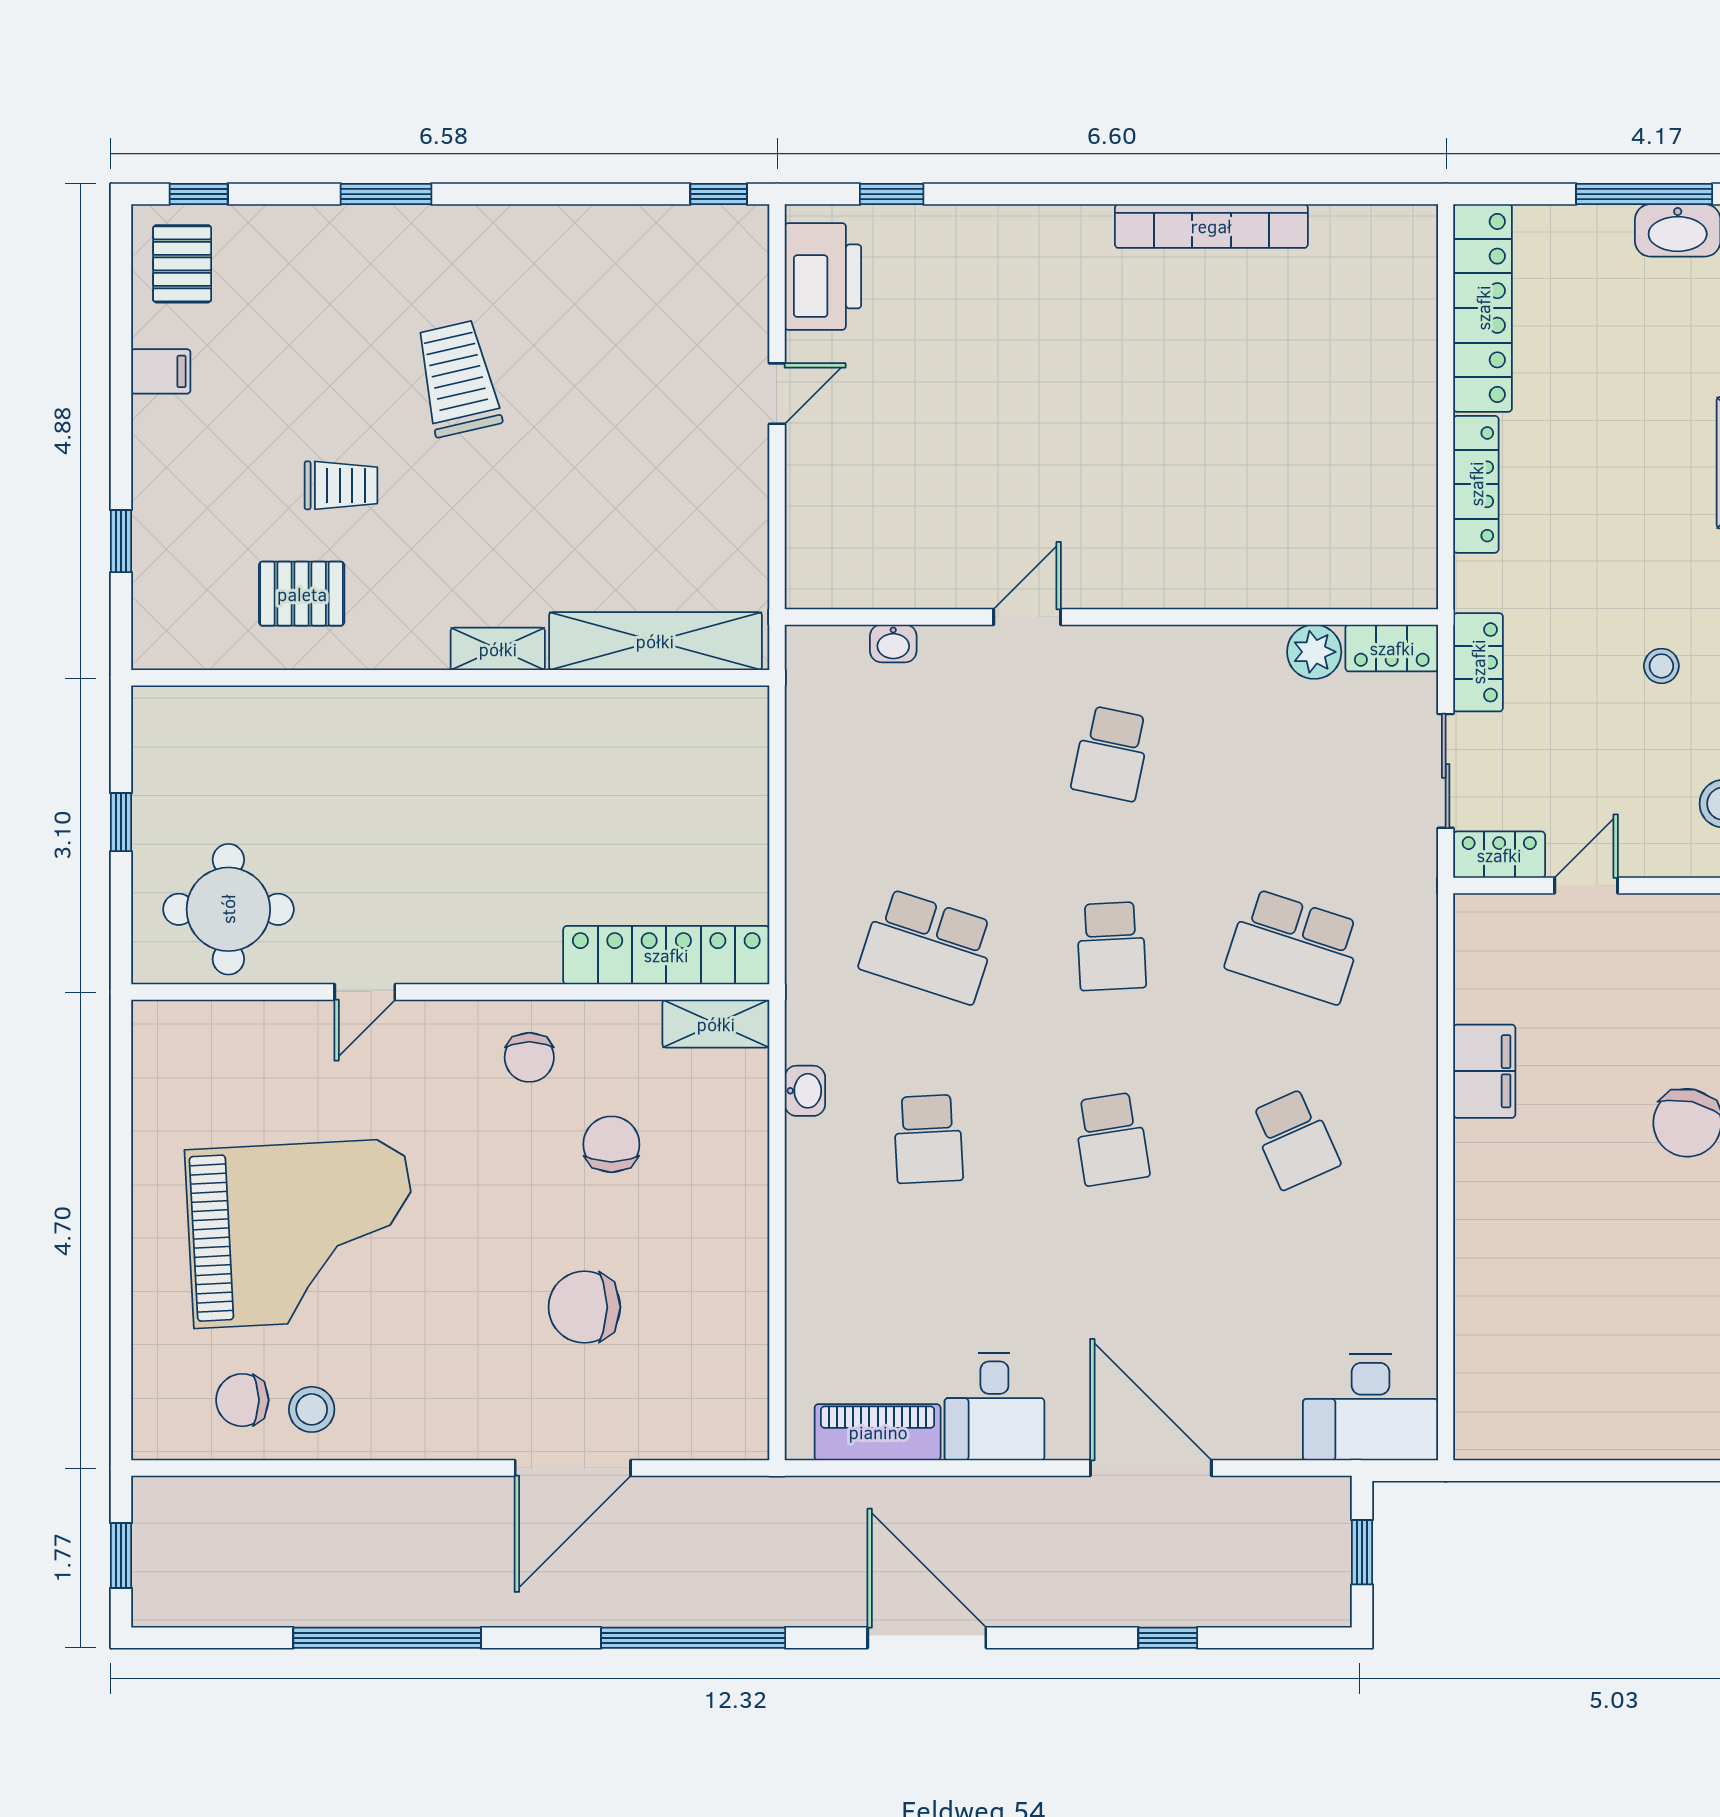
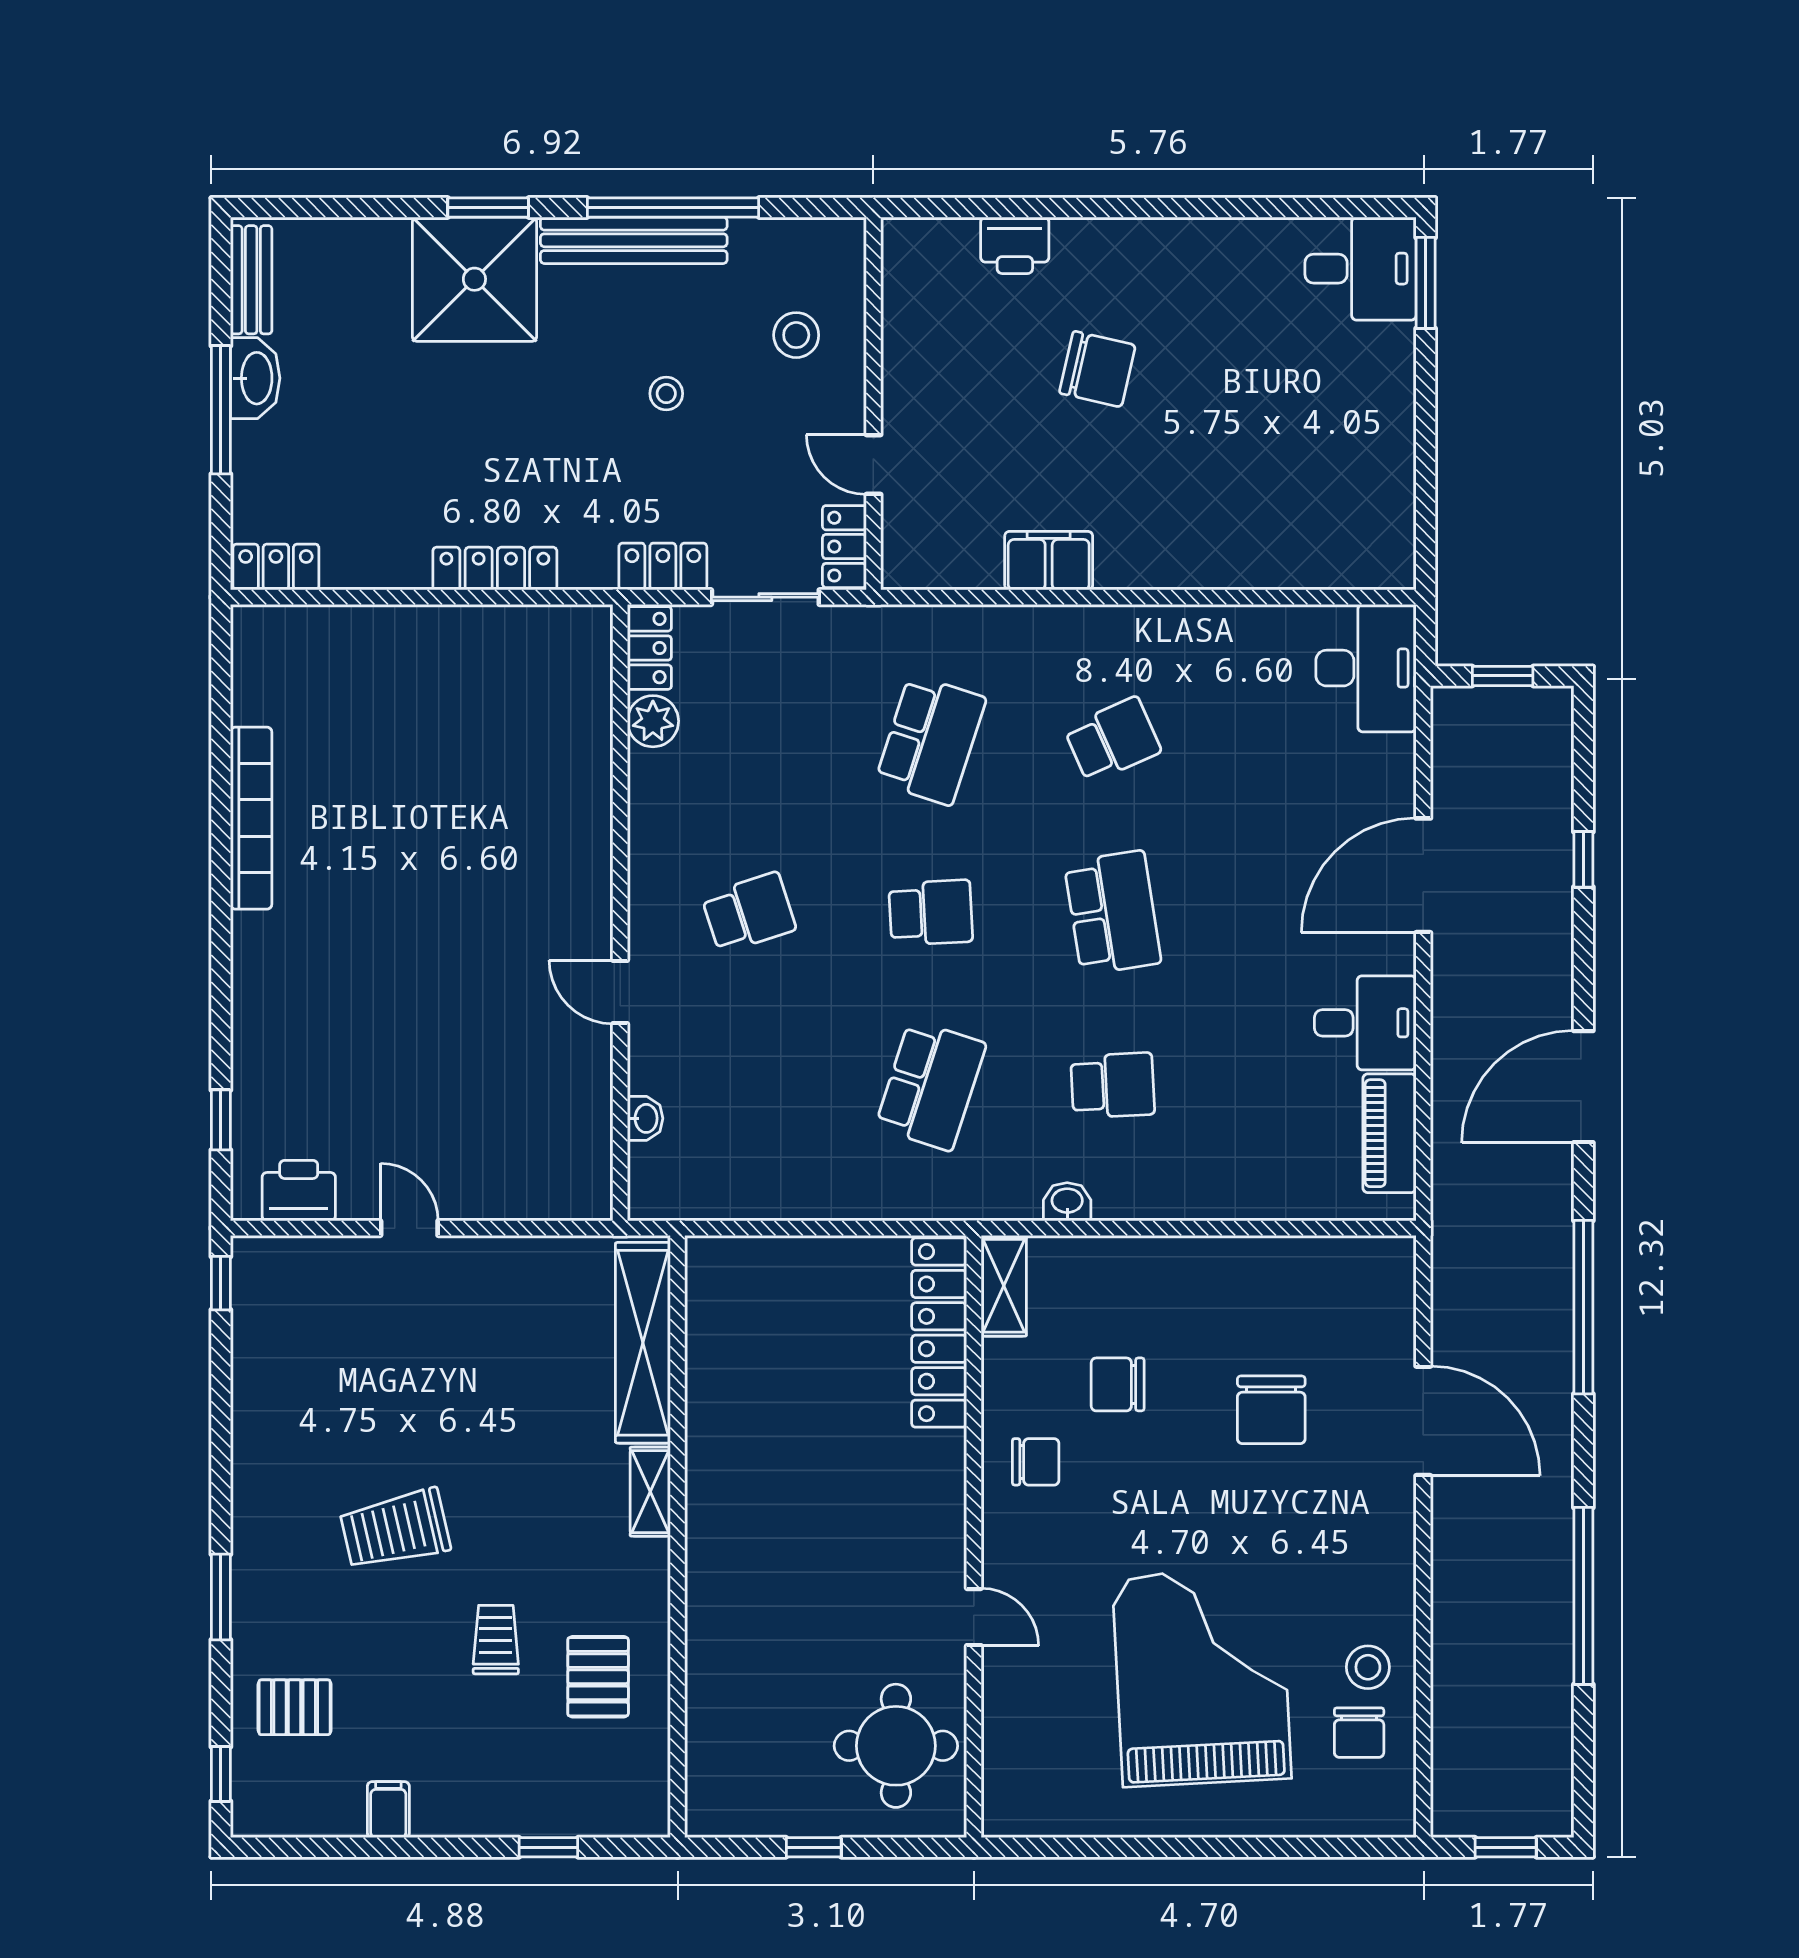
pallet: (182, 264) -> (295, 1707), moved
printer: (823, 276) -> (299, 1191), width x0.73, depth x0.84
locker: (1483, 308) -> (276, 567), width x0.46, depth x0.83
school desk: (1111, 753) -> (749, 913), turned -30
school desk: (1111, 1139) -> (1113, 913), width x1.85

